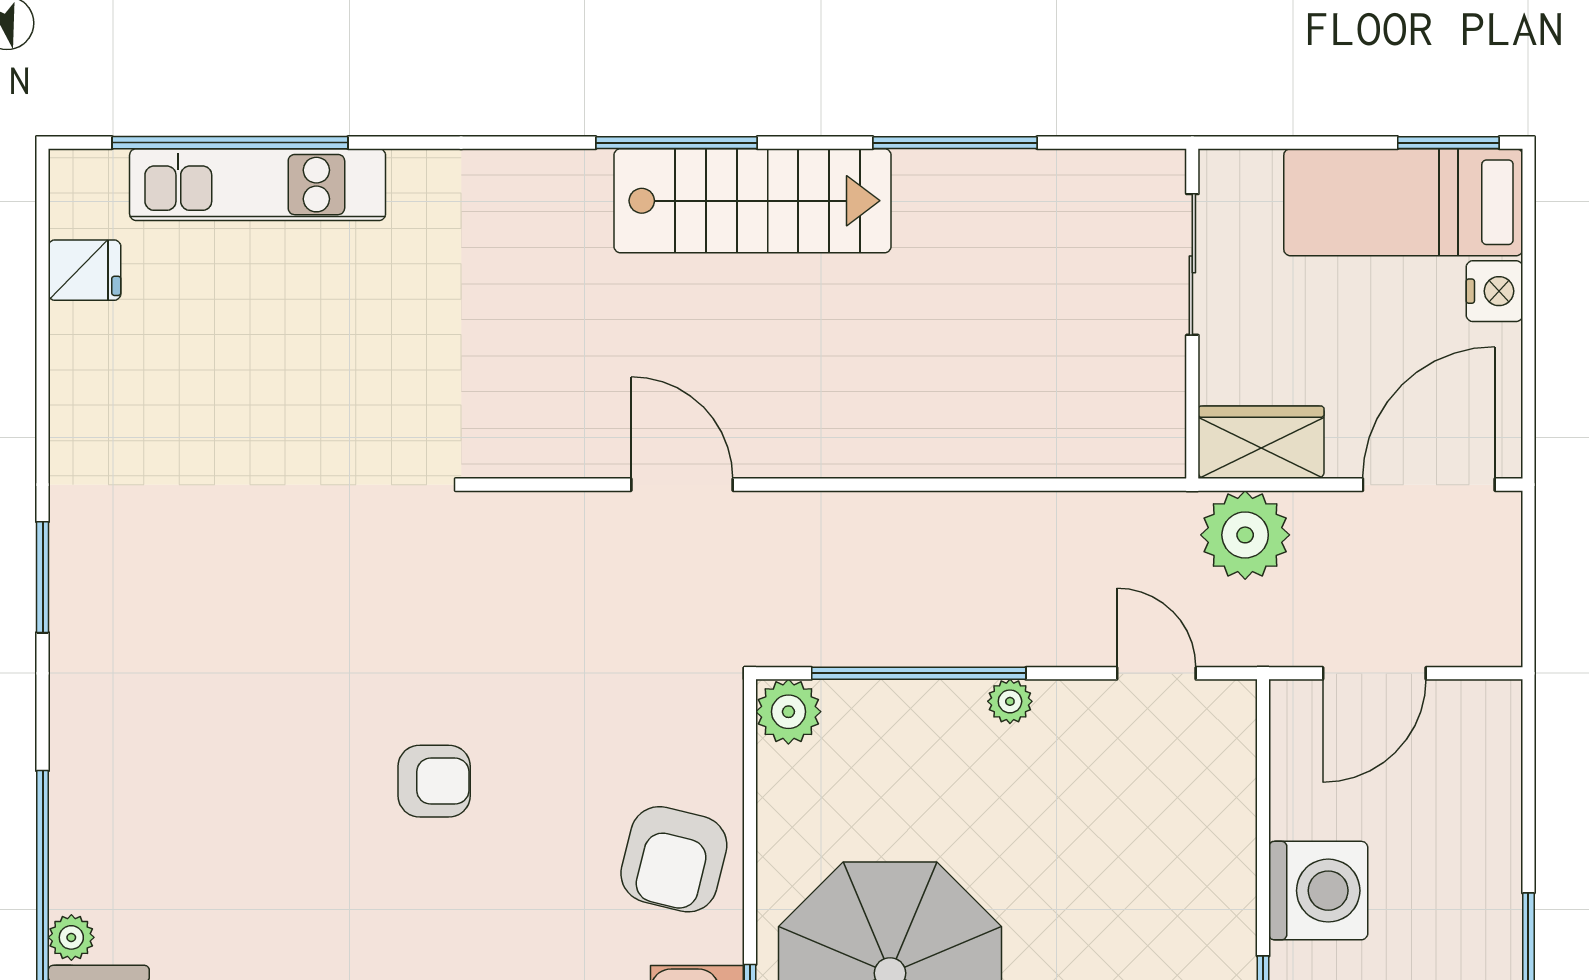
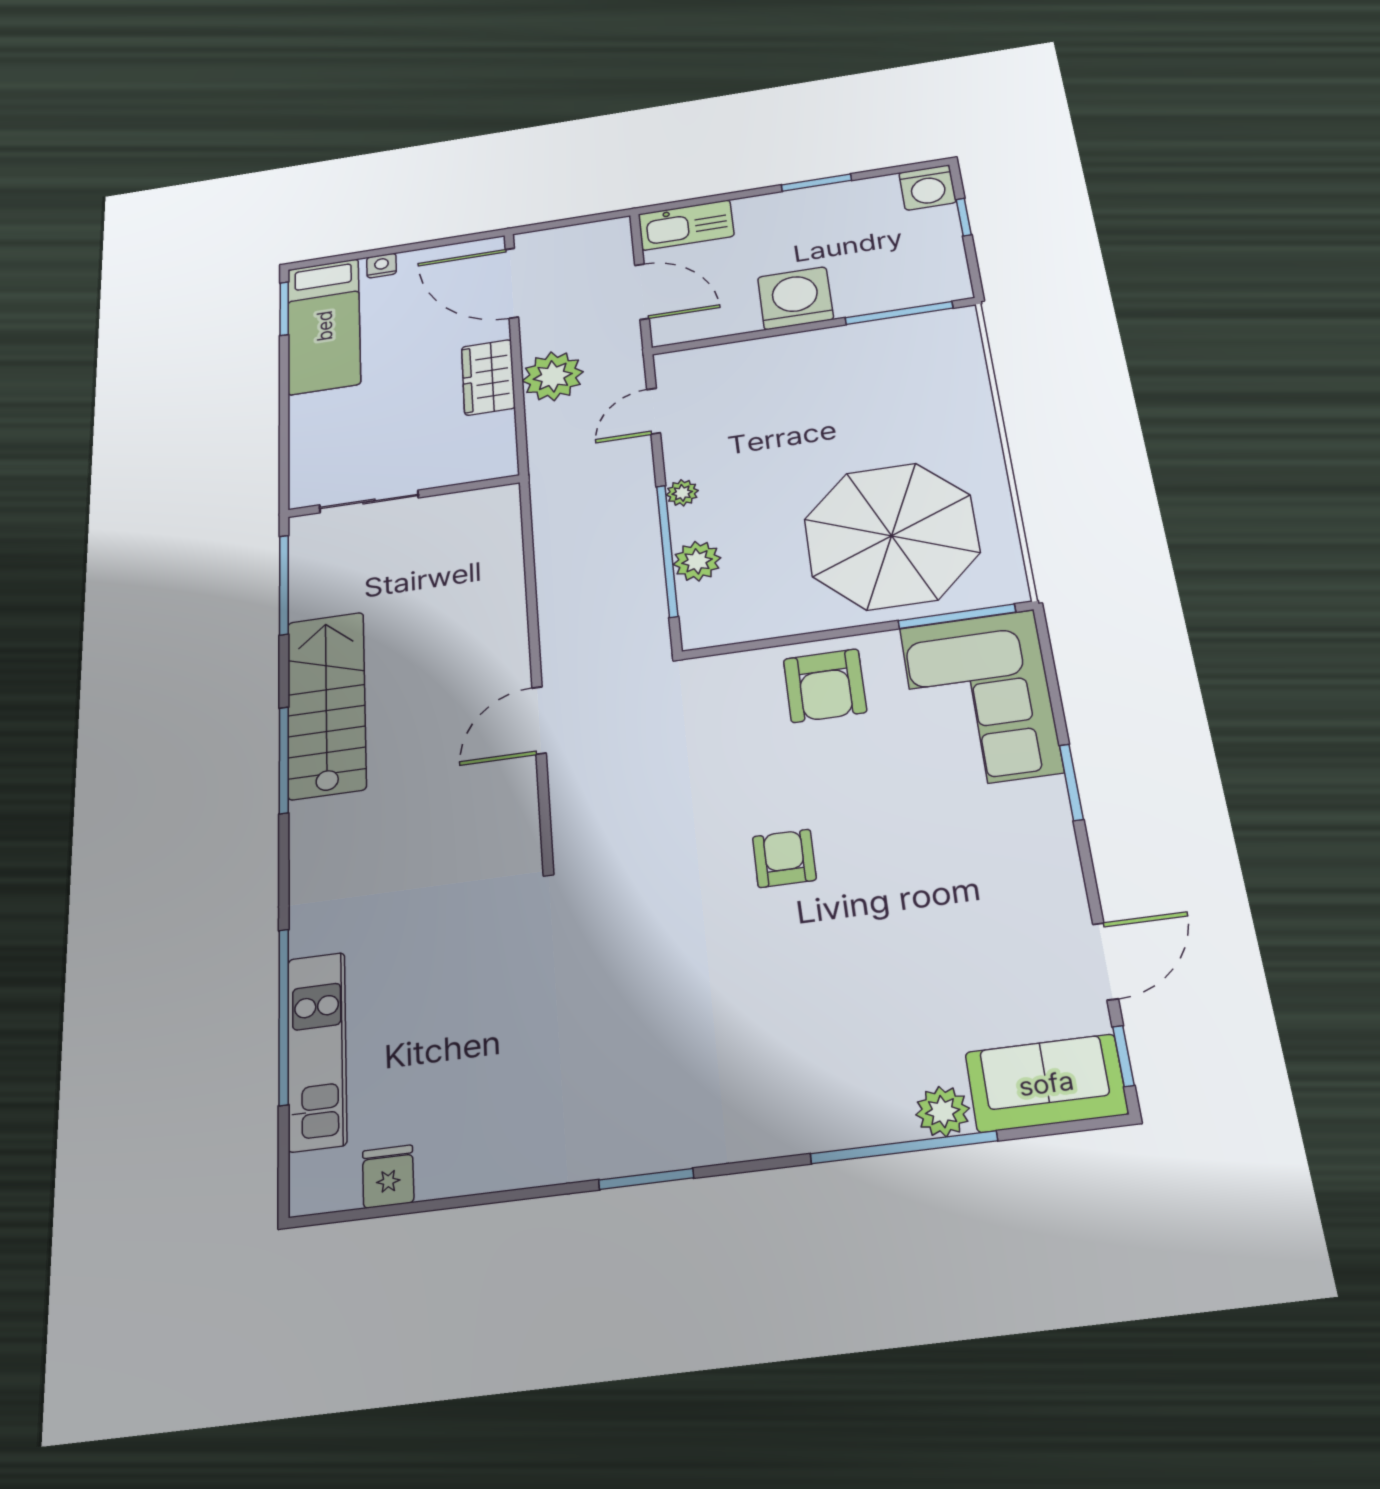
window: (230, 143) -> (284, 1016), moved
sliding door: (1192, 264) -> (369, 501), moved
nightstand: (1494, 291) -> (382, 266), width x0.72, depth x0.74
wall: (1192, 314) -> (403, 496), moved
plant: (788, 712) -> (697, 561), moved
kitchen sink: (1487, 747) -> (686, 225), added
armchair: (674, 859) -> (825, 686), turned 76
plant: (71, 937) -> (943, 1112), width x1.38, depth x1.38

